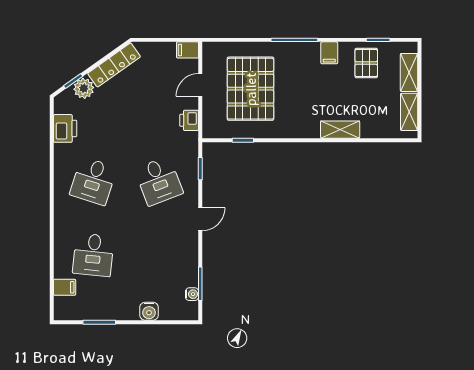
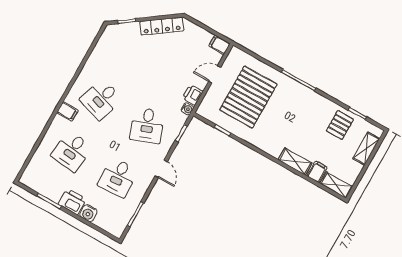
filing cabinet: (329, 53) -> (317, 172), moved, turned 180
plant: (84, 88) -> (131, 30), removed
shelving: (409, 112) -> (336, 185), moved, turned 90
printer: (65, 128) -> (72, 202), moved, turned -90
door: (200, 219) -> (161, 169), hinge flipped
desk: (159, 255) -> (118, 177), added
filing cabinet: (65, 287) -> (68, 112), moved
water cooler: (192, 294) -> (187, 109), moved

